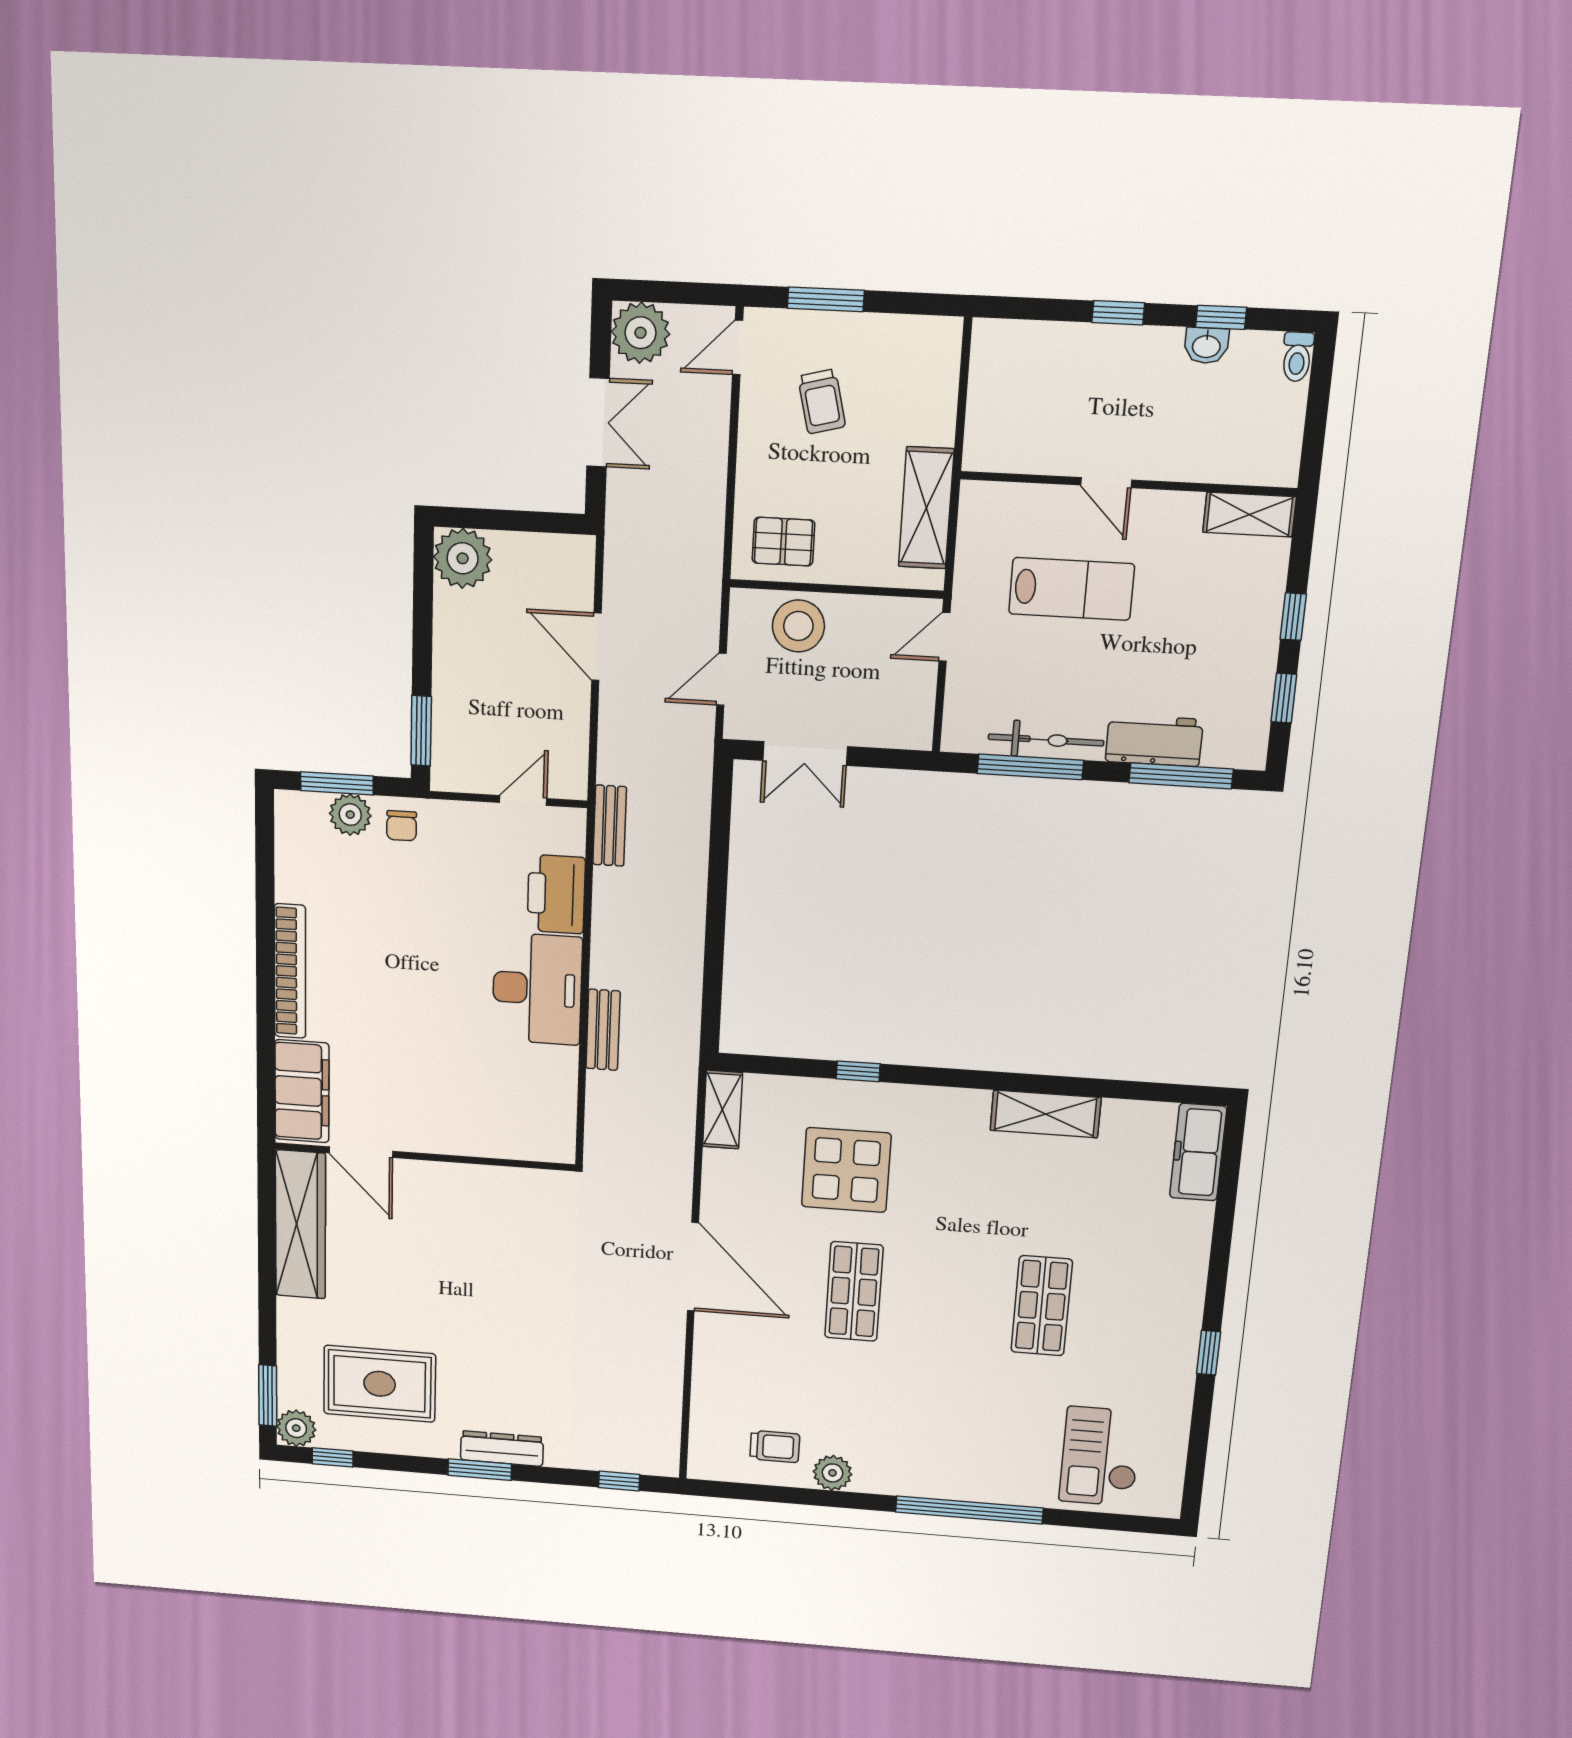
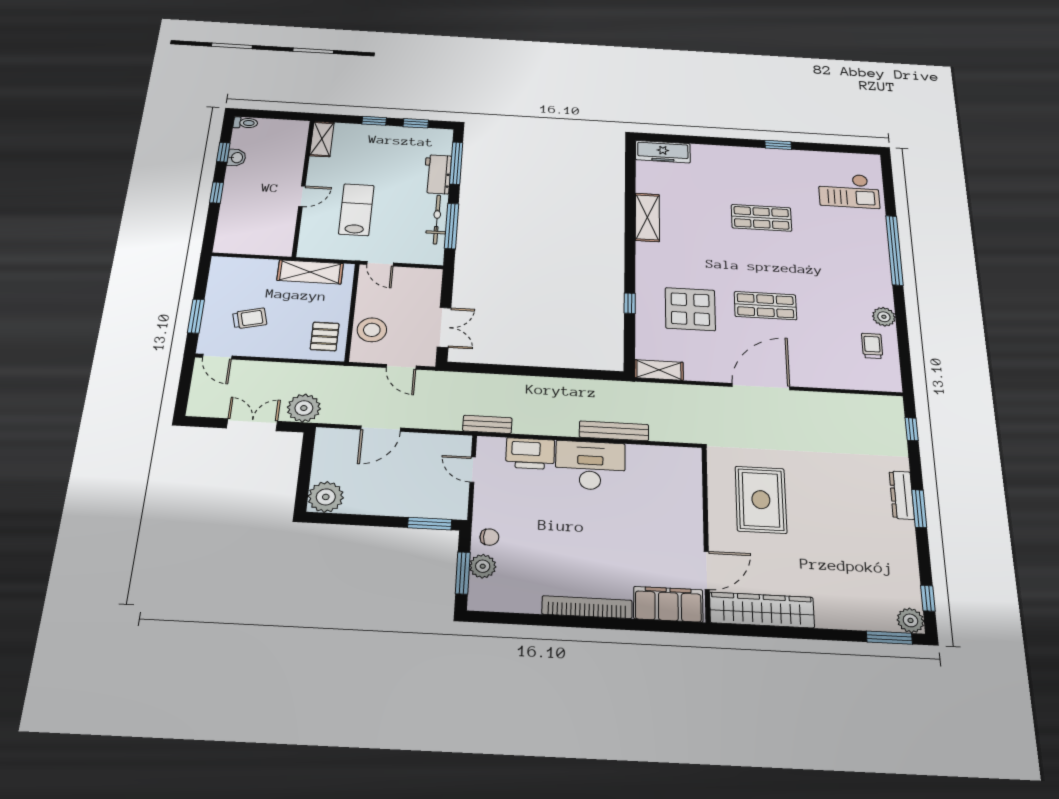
plant: (640, 333) -> (304, 408), moved
bench: (603, 1030) -> (614, 431), width x1.36
rug: (380, 1384) -> (761, 500), moved

